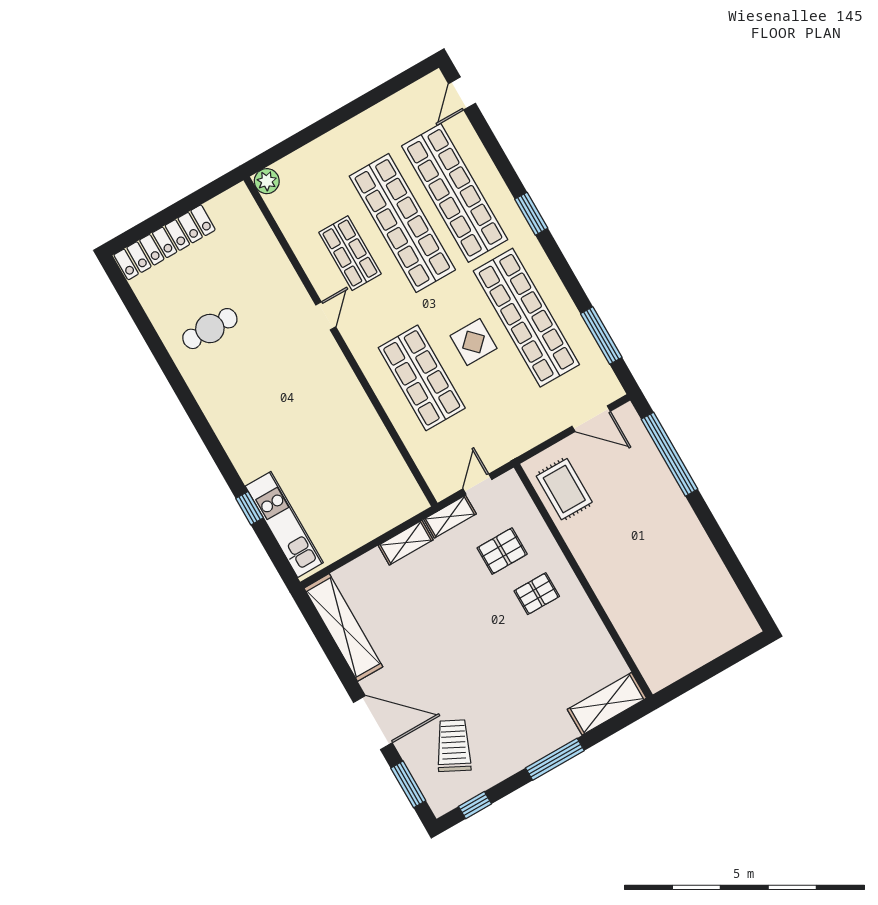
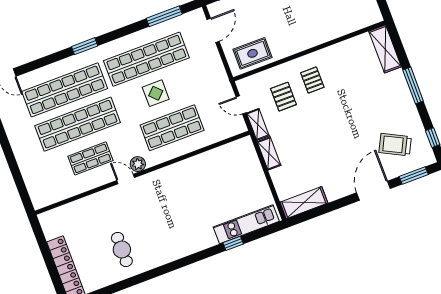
plant: (267, 181) -> (138, 164), moved
shelving: (343, 627) -> (304, 203), width x0.68

